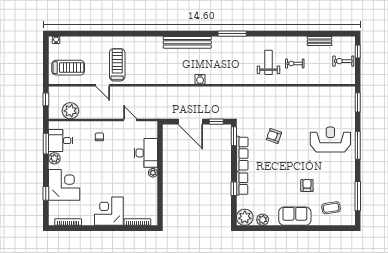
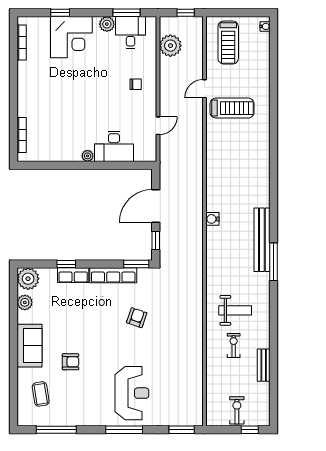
bench: (319, 41) -> (264, 365), moved
bench: (187, 42) -> (262, 240), moved
corner desk: (109, 211) -> (36, 97), removed

